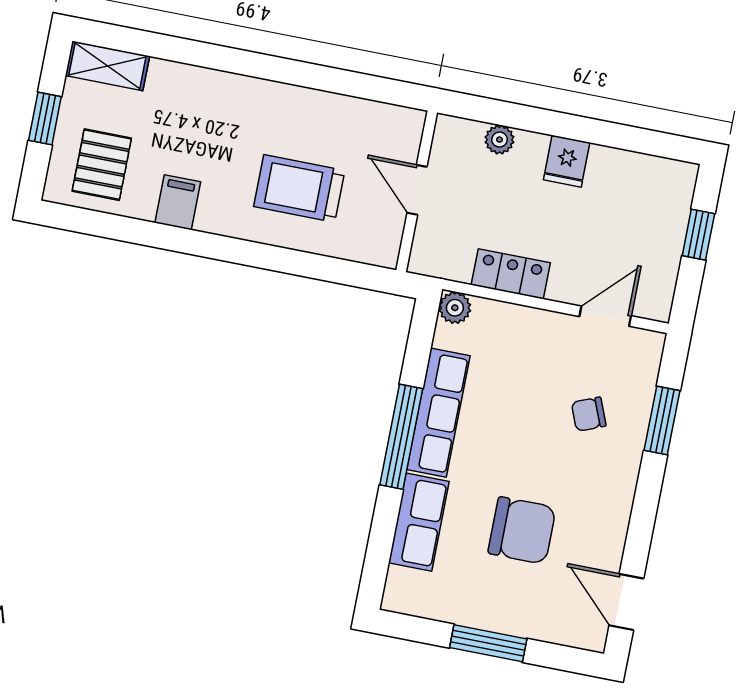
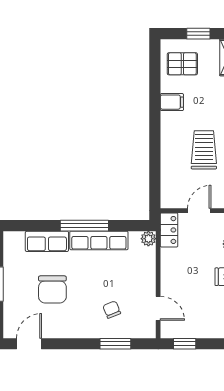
trolley: (299, 189) -> (204, 150), moved
window: (698, 235) -> (185, 344), moved
locker: (511, 274) -> (169, 230), moved

